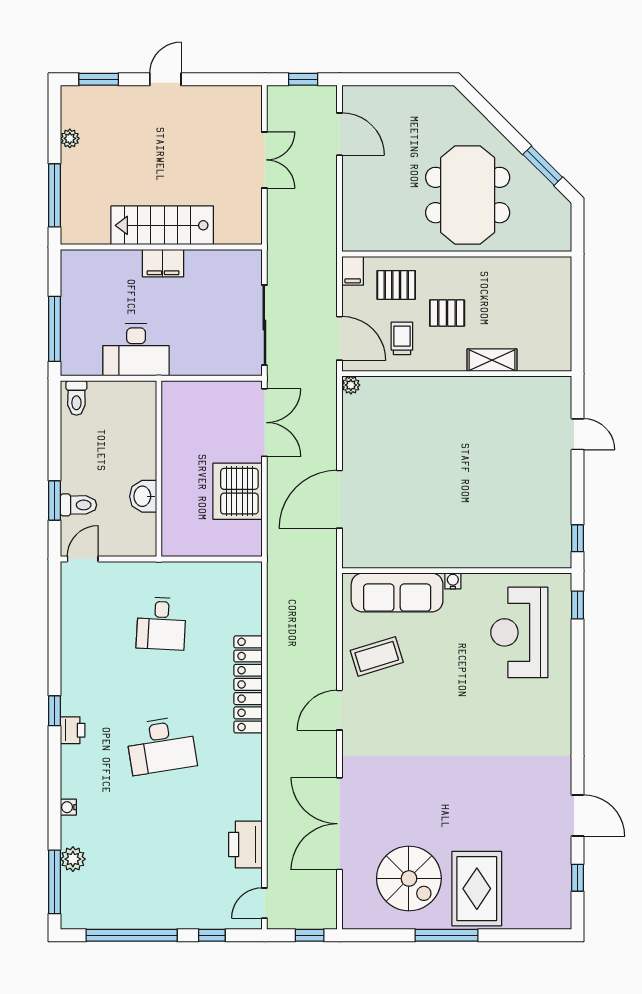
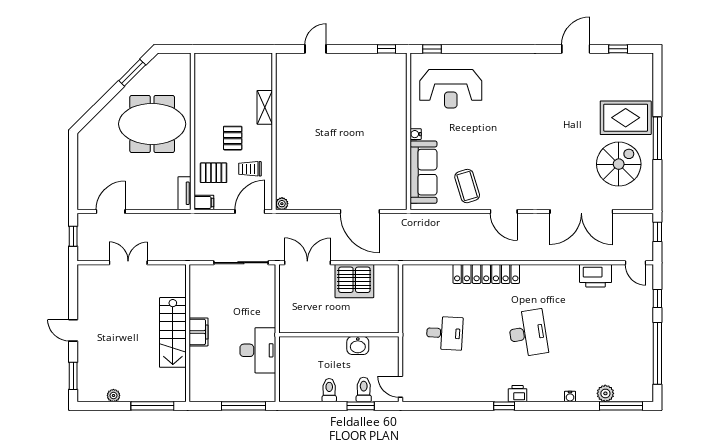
tv unit: (366, 242) -> (184, 193), added
pallet: (396, 285) -> (214, 173), turned 90
toilet: (76, 398) -> (329, 390), moved, turned -90

